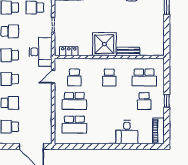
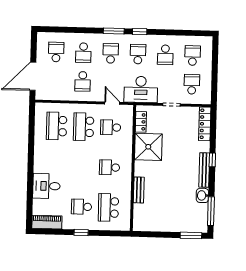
shower: (104, 44) -> (148, 147), moved
school desk: (35, 103) -> (83, 81), added

